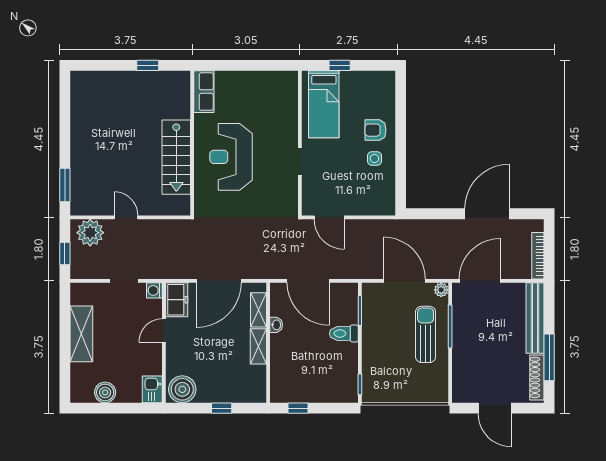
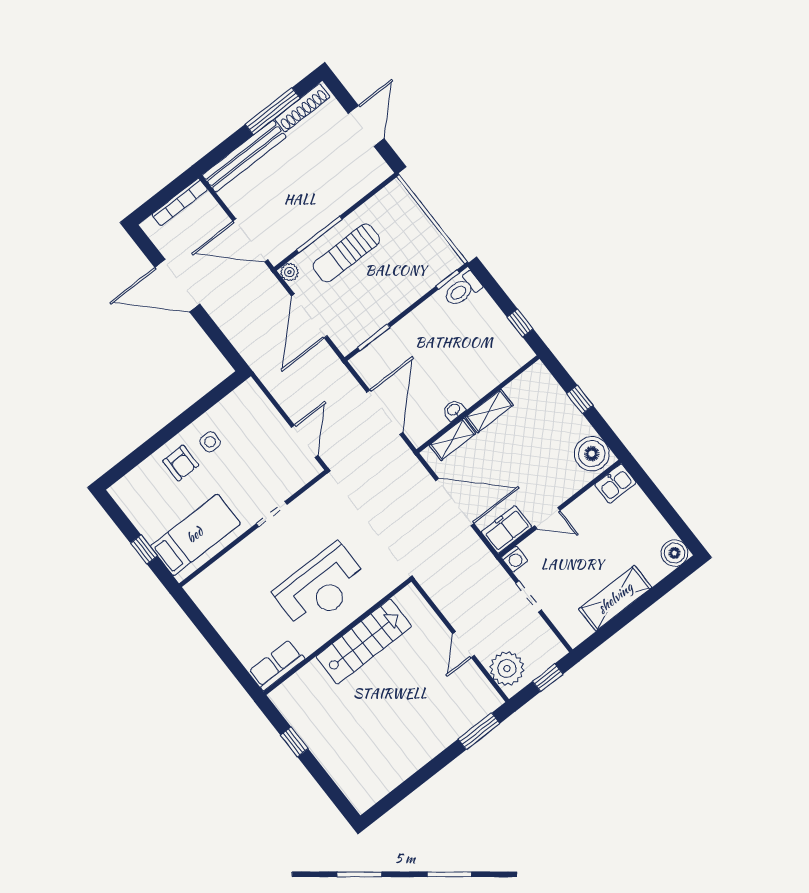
toilet: (344, 333) -> (462, 290), moved, turned 90
boiler: (105, 392) -> (674, 553), moved

